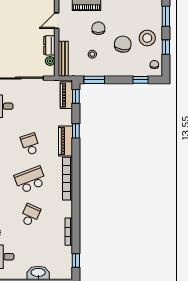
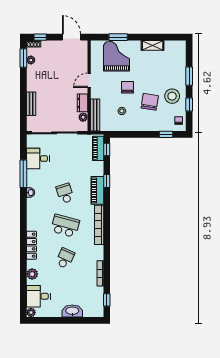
window: (94, 80) -> (124, 134), removed
school desk: (30, 180) -> (65, 226), turned 36

